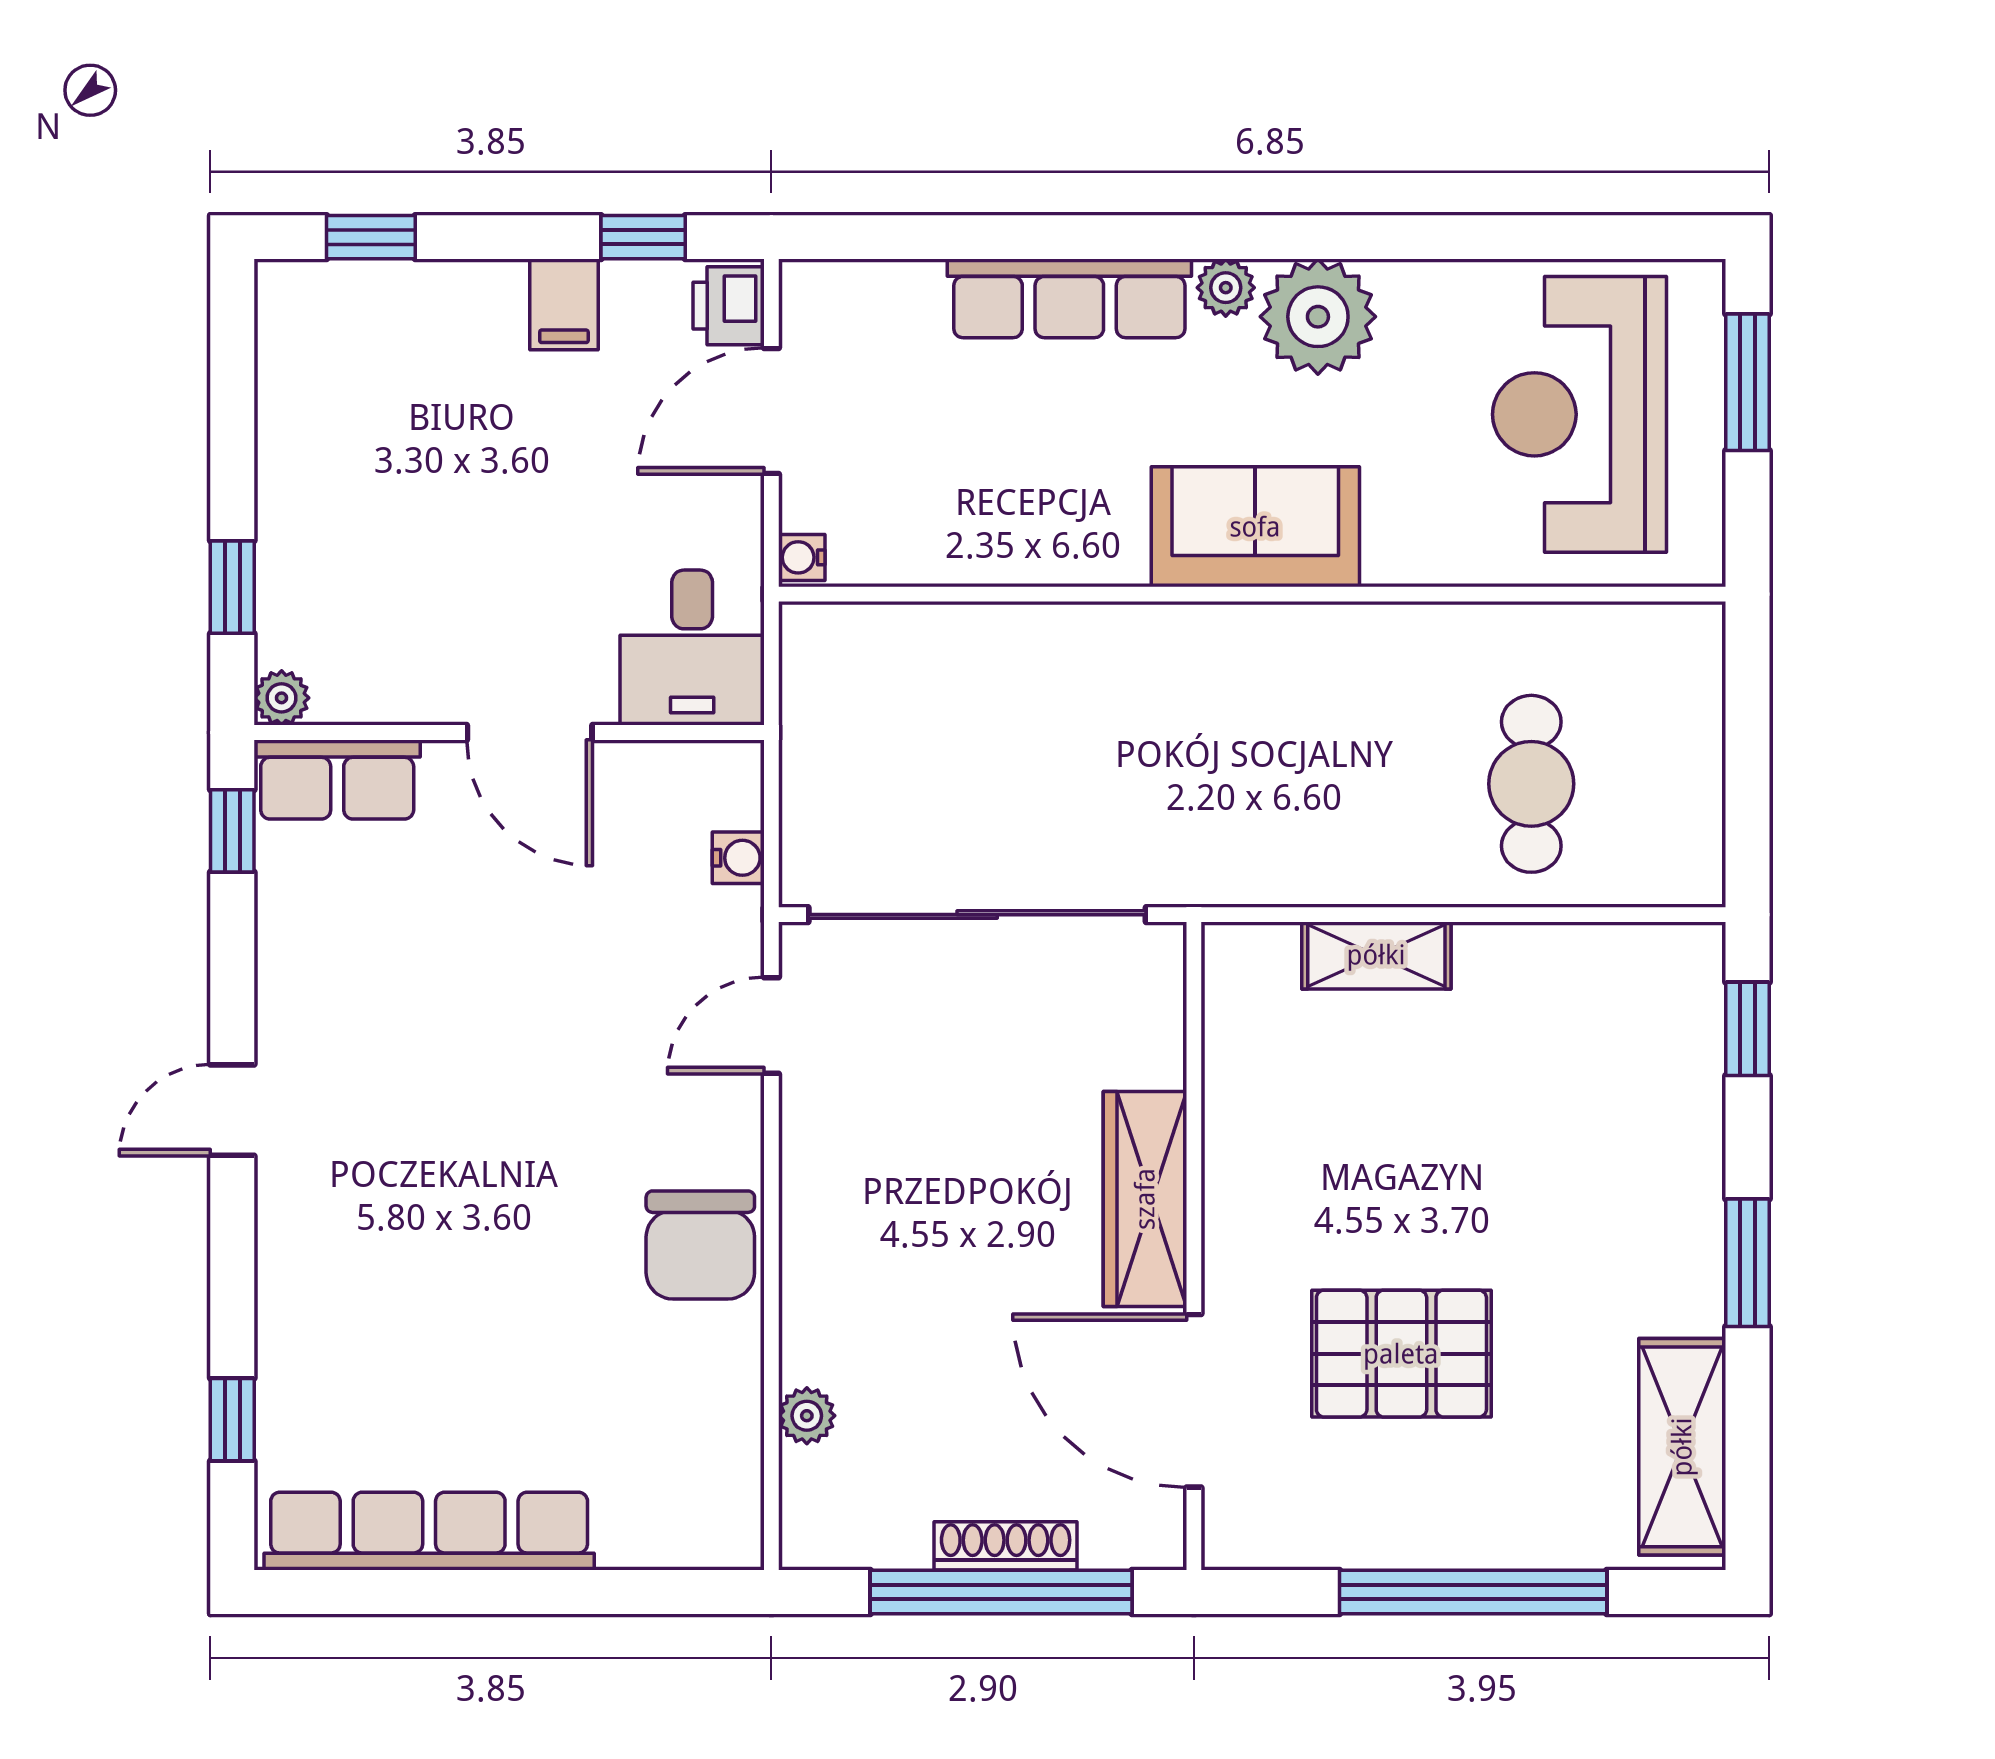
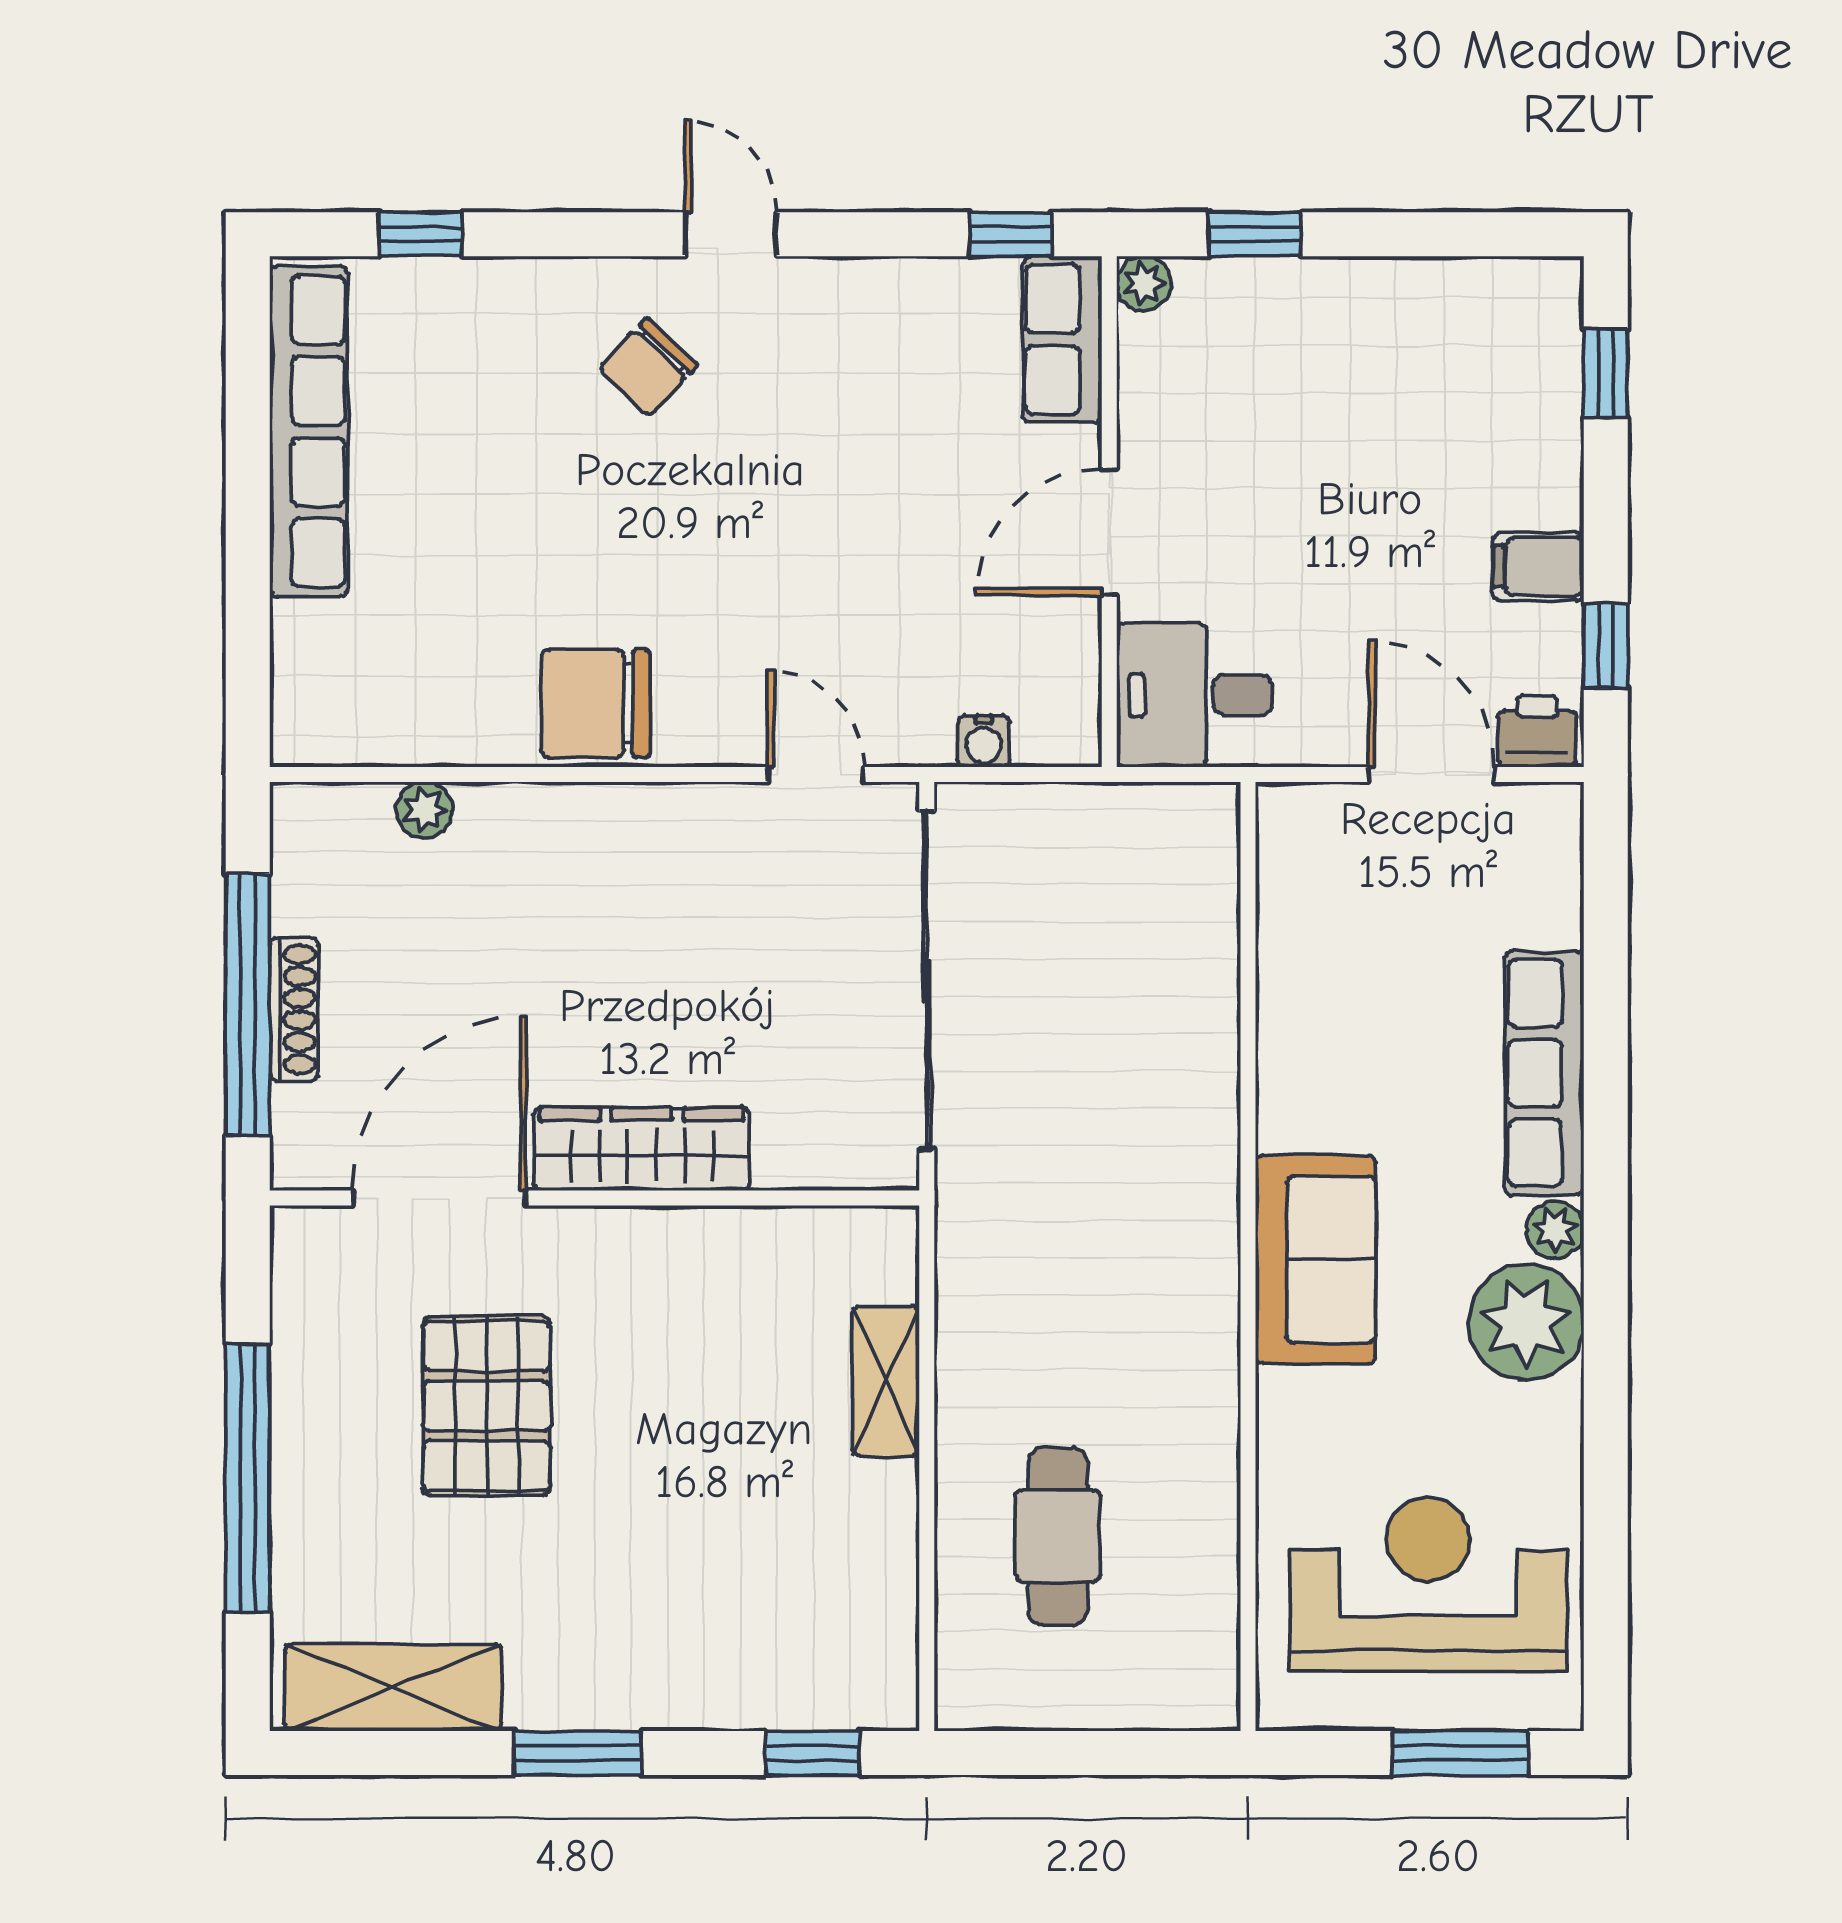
water cooler: (802, 557) -> (1285, 805), removed
cafe table: (1531, 784) -> (1058, 1536), turned 90
chair: (365, 1192) -> (648, 367), added

